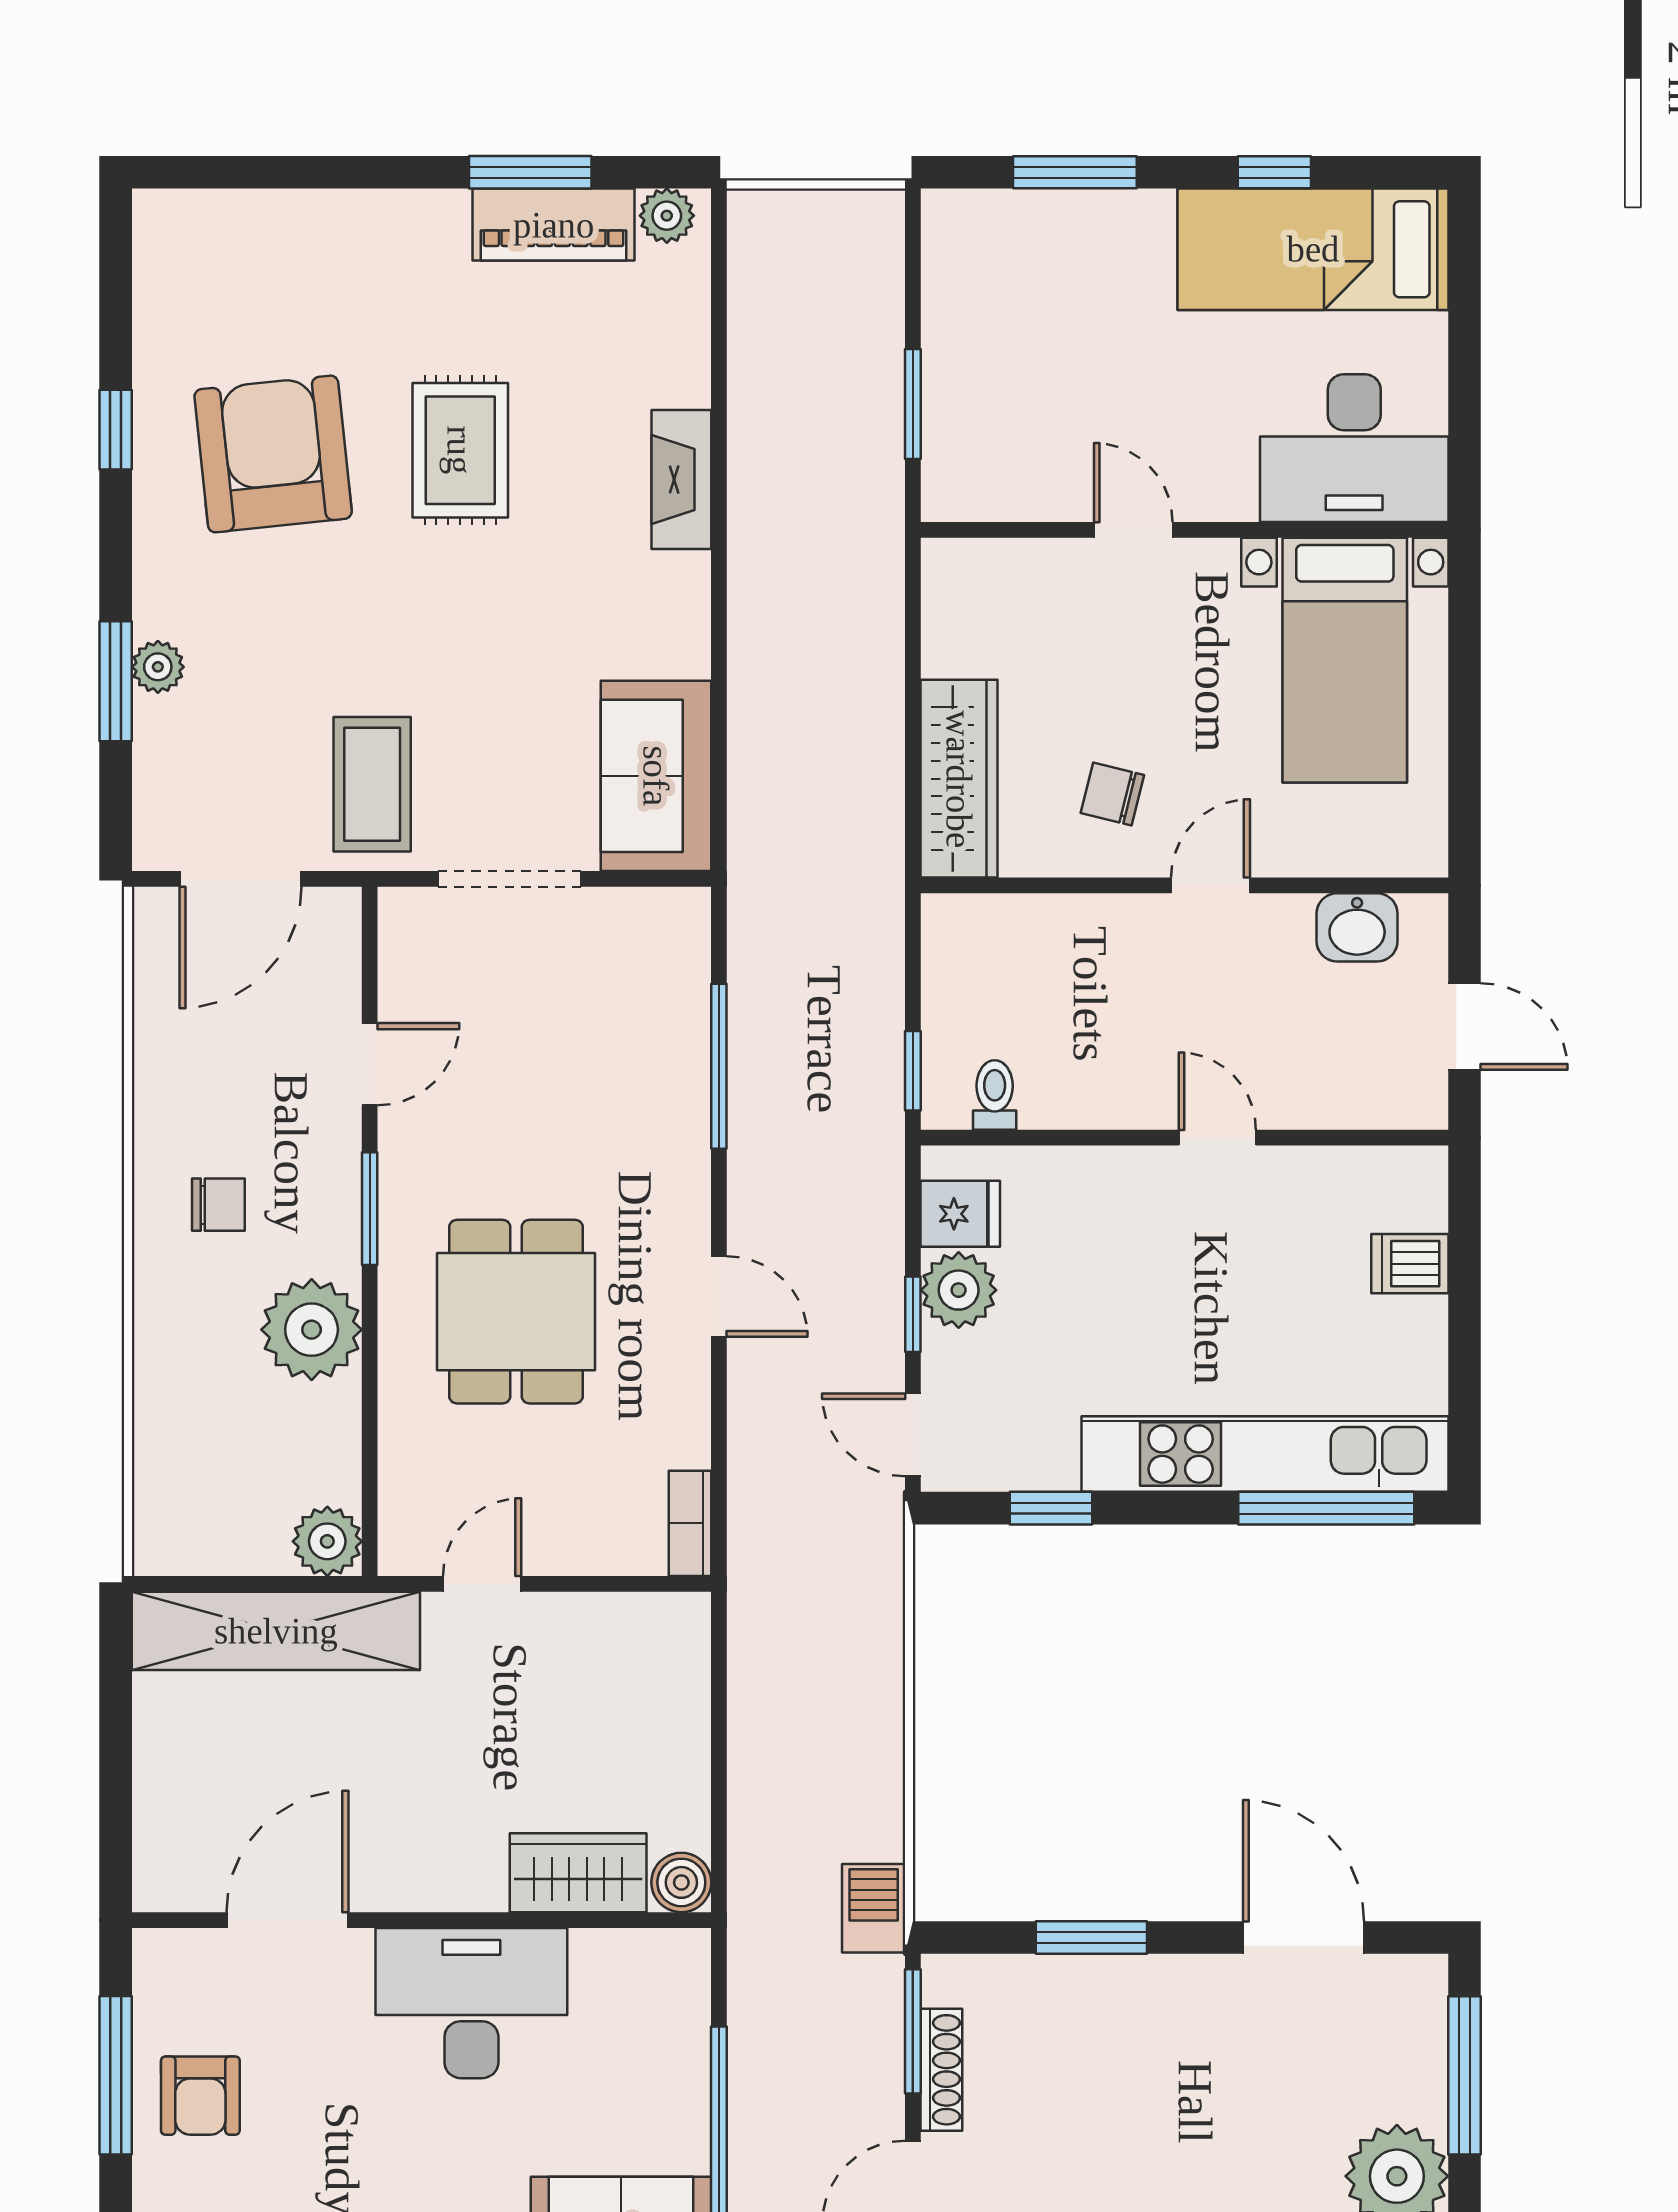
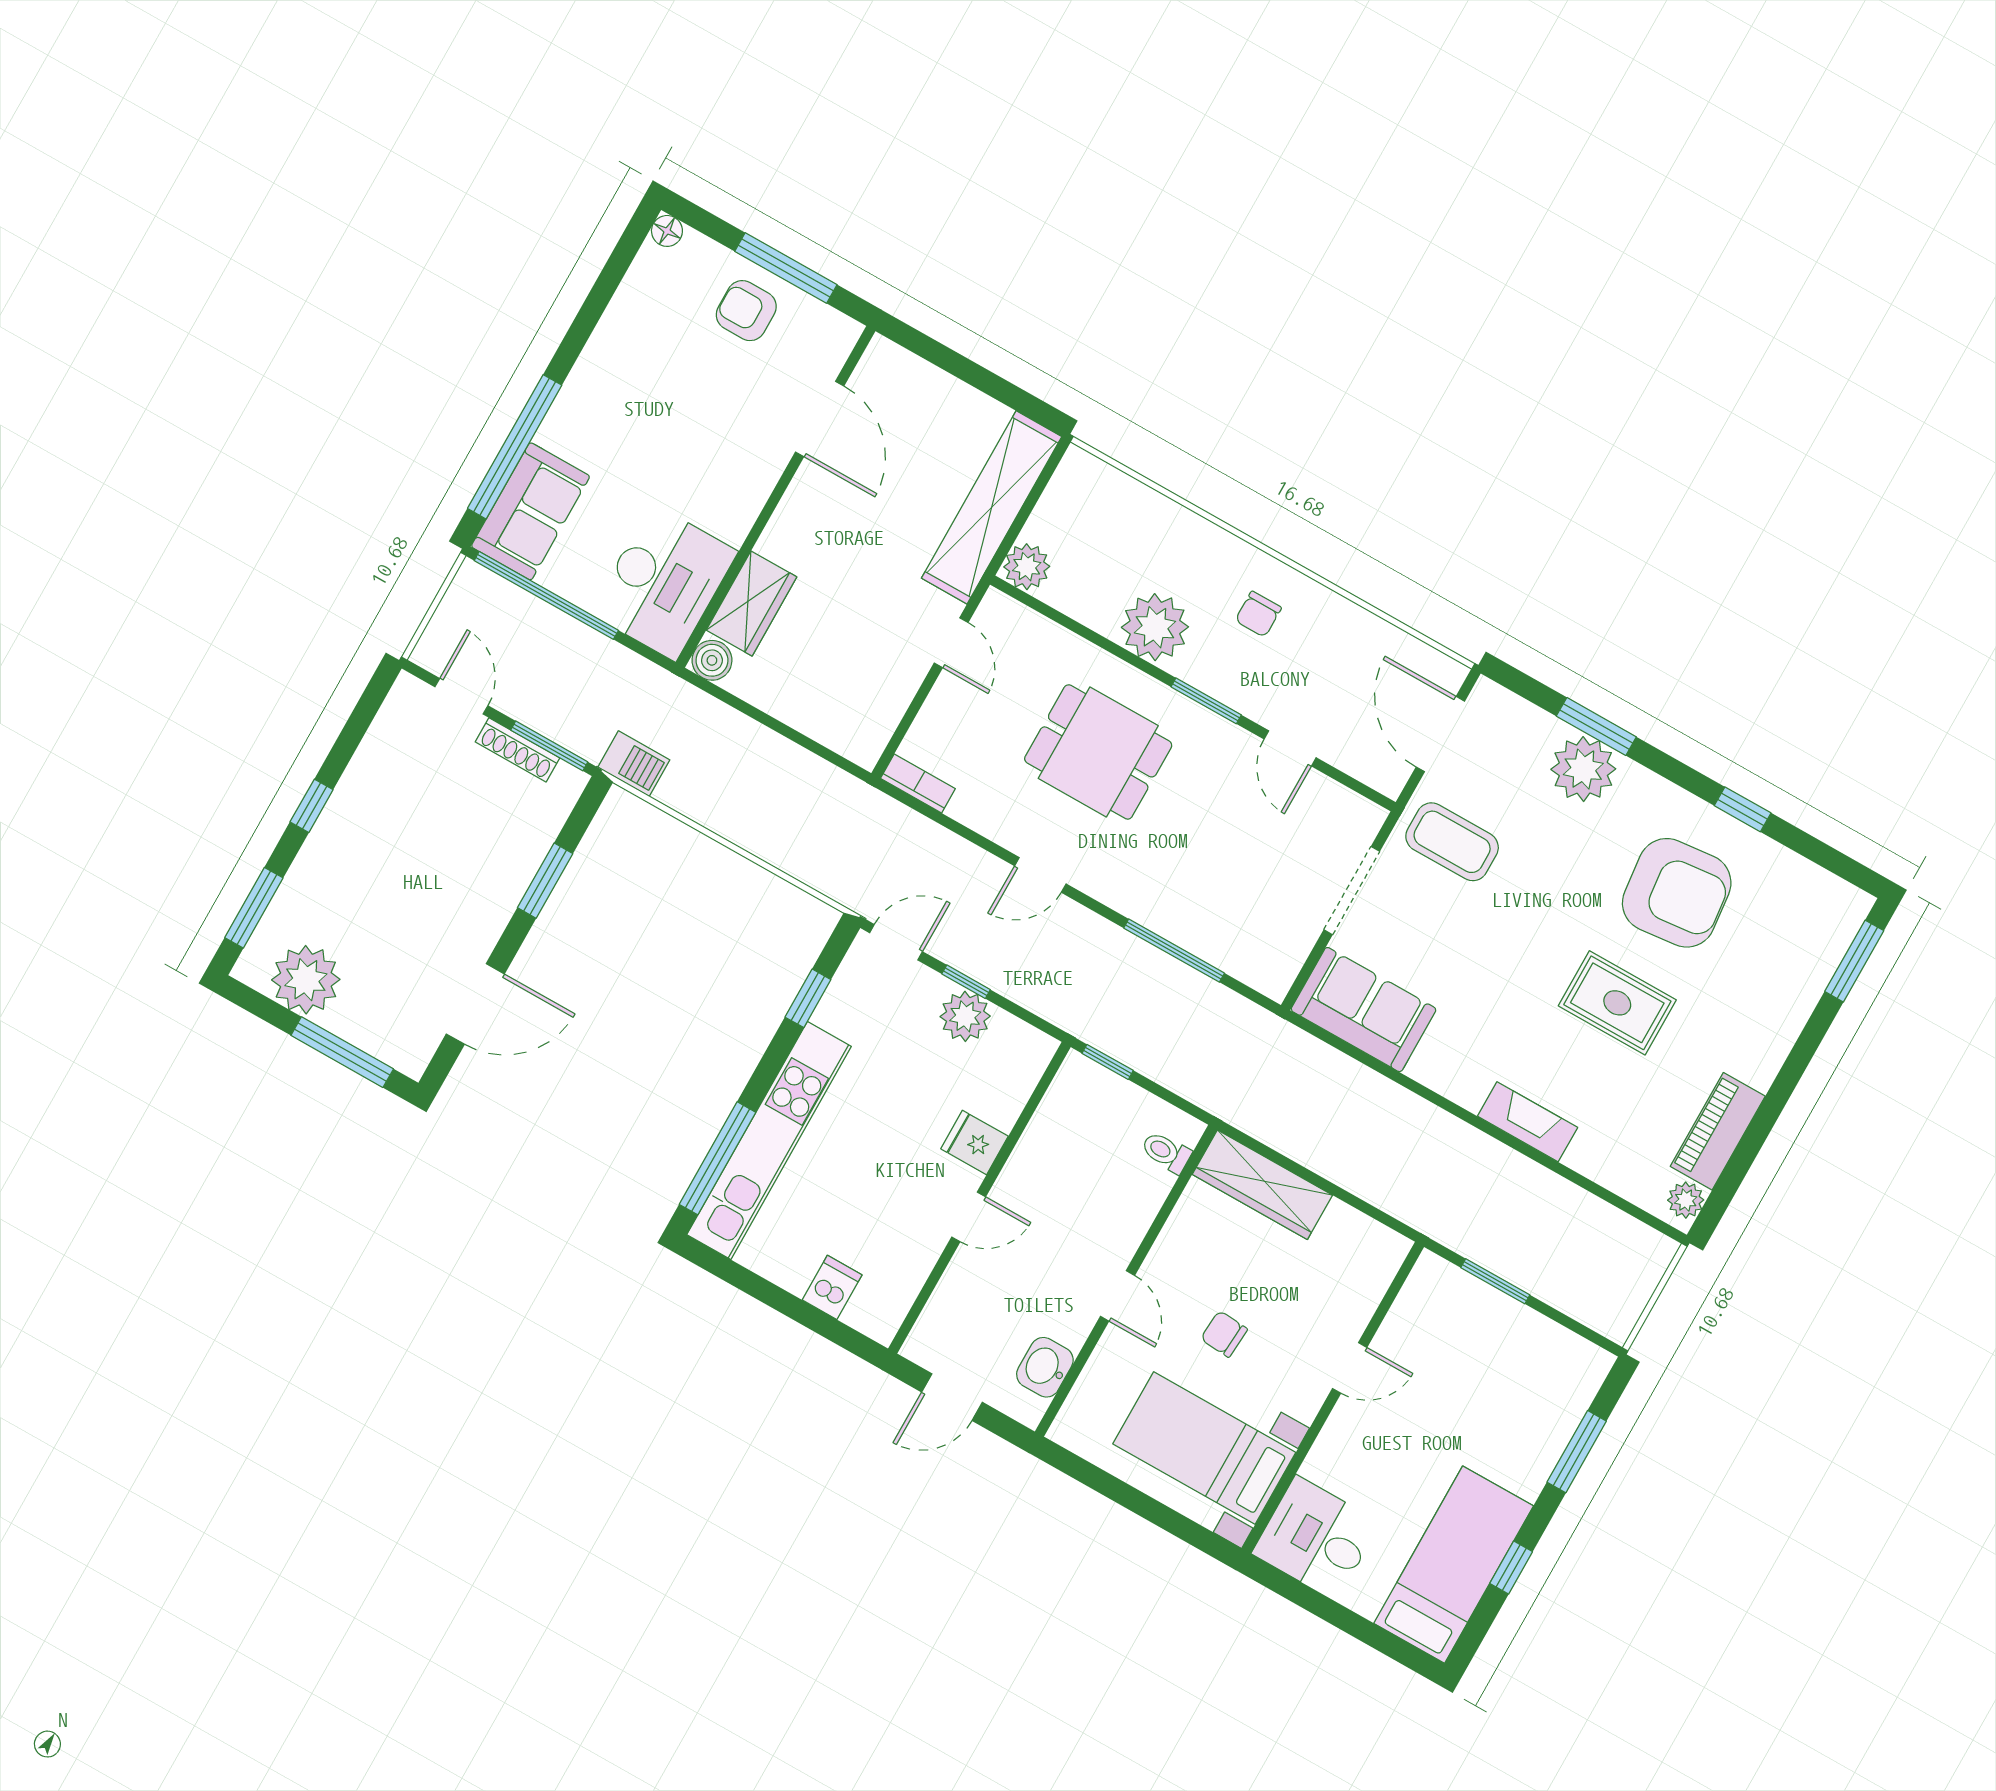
window: (530, 172) -> (1854, 961), moved
desk: (1354, 448) -> (1316, 1538), width x0.73
plant: (158, 667) -> (1583, 769), width x1.88, depth x1.88
chair: (1112, 794) -> (1224, 1334), moved, turned -100
toilet: (995, 1095) -> (1166, 1152), moved, turned 180
fridge: (960, 1214) -> (974, 1142), moved, turned 90
desk: (471, 2003) -> (664, 582), moved

